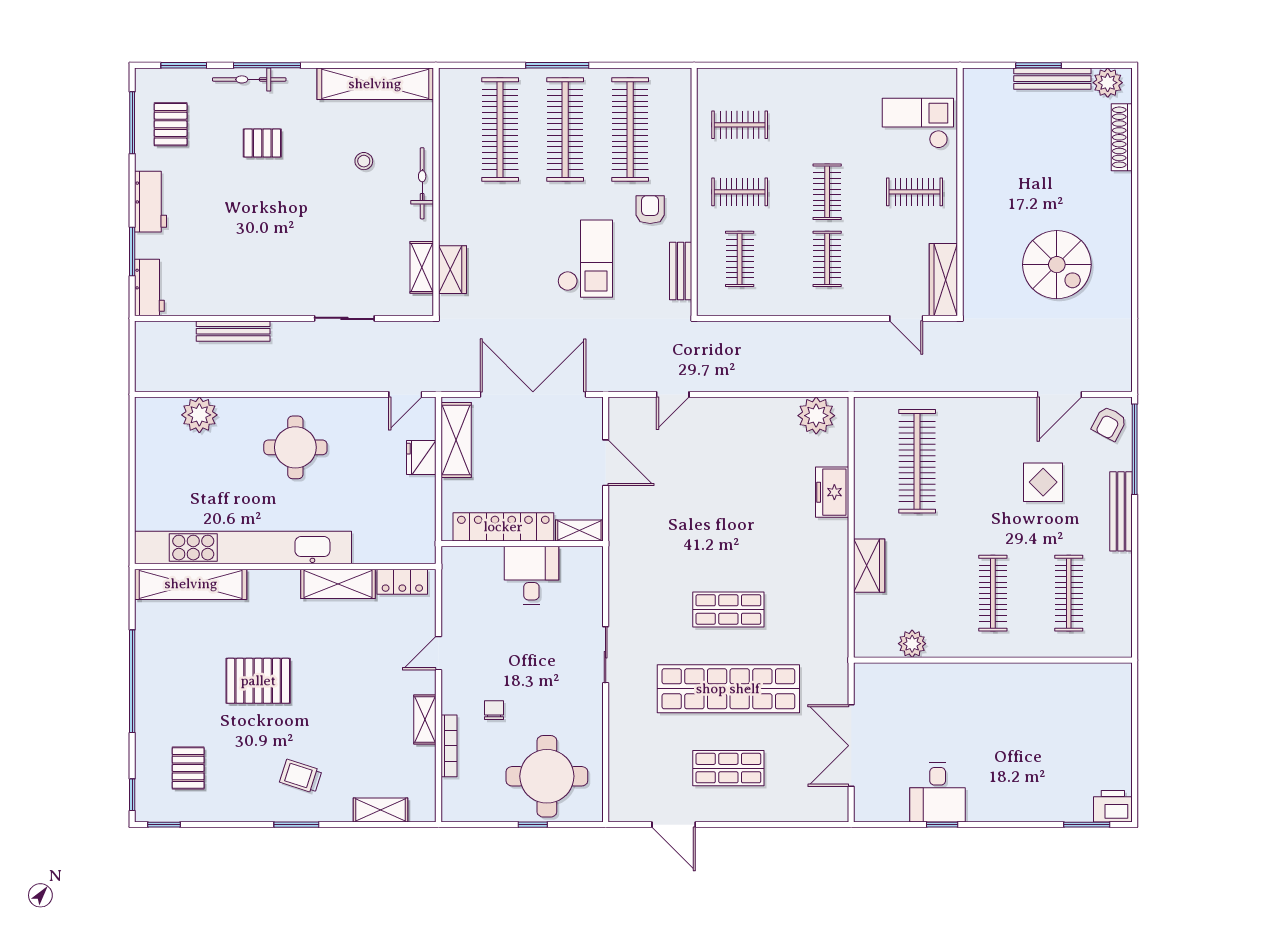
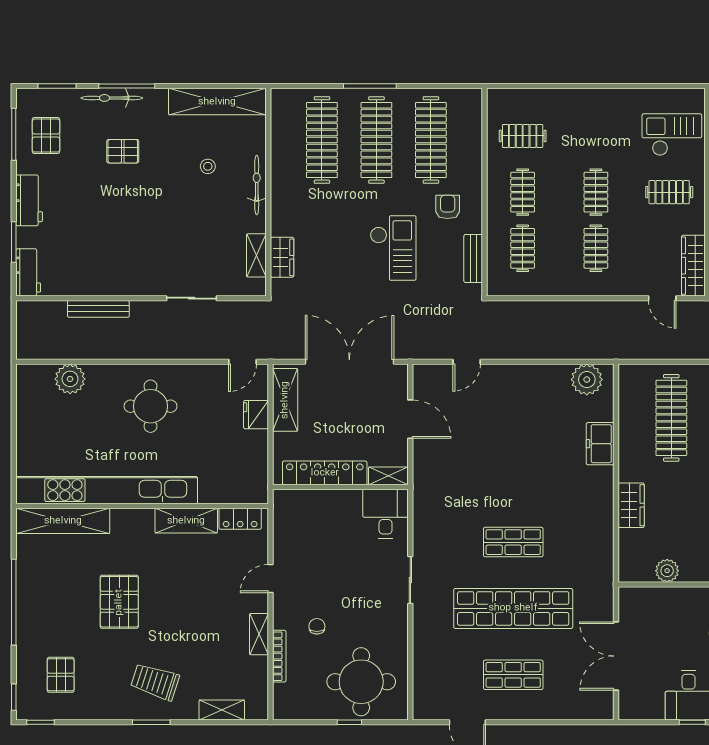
clothes rail: (740, 192) -> (523, 192), turned 90
desk: (531, 575) -> (386, 514), moved
pallet: (258, 681) -> (119, 602), turned 90
trolley: (301, 776) -> (155, 682), width x1.36, depth x1.39

